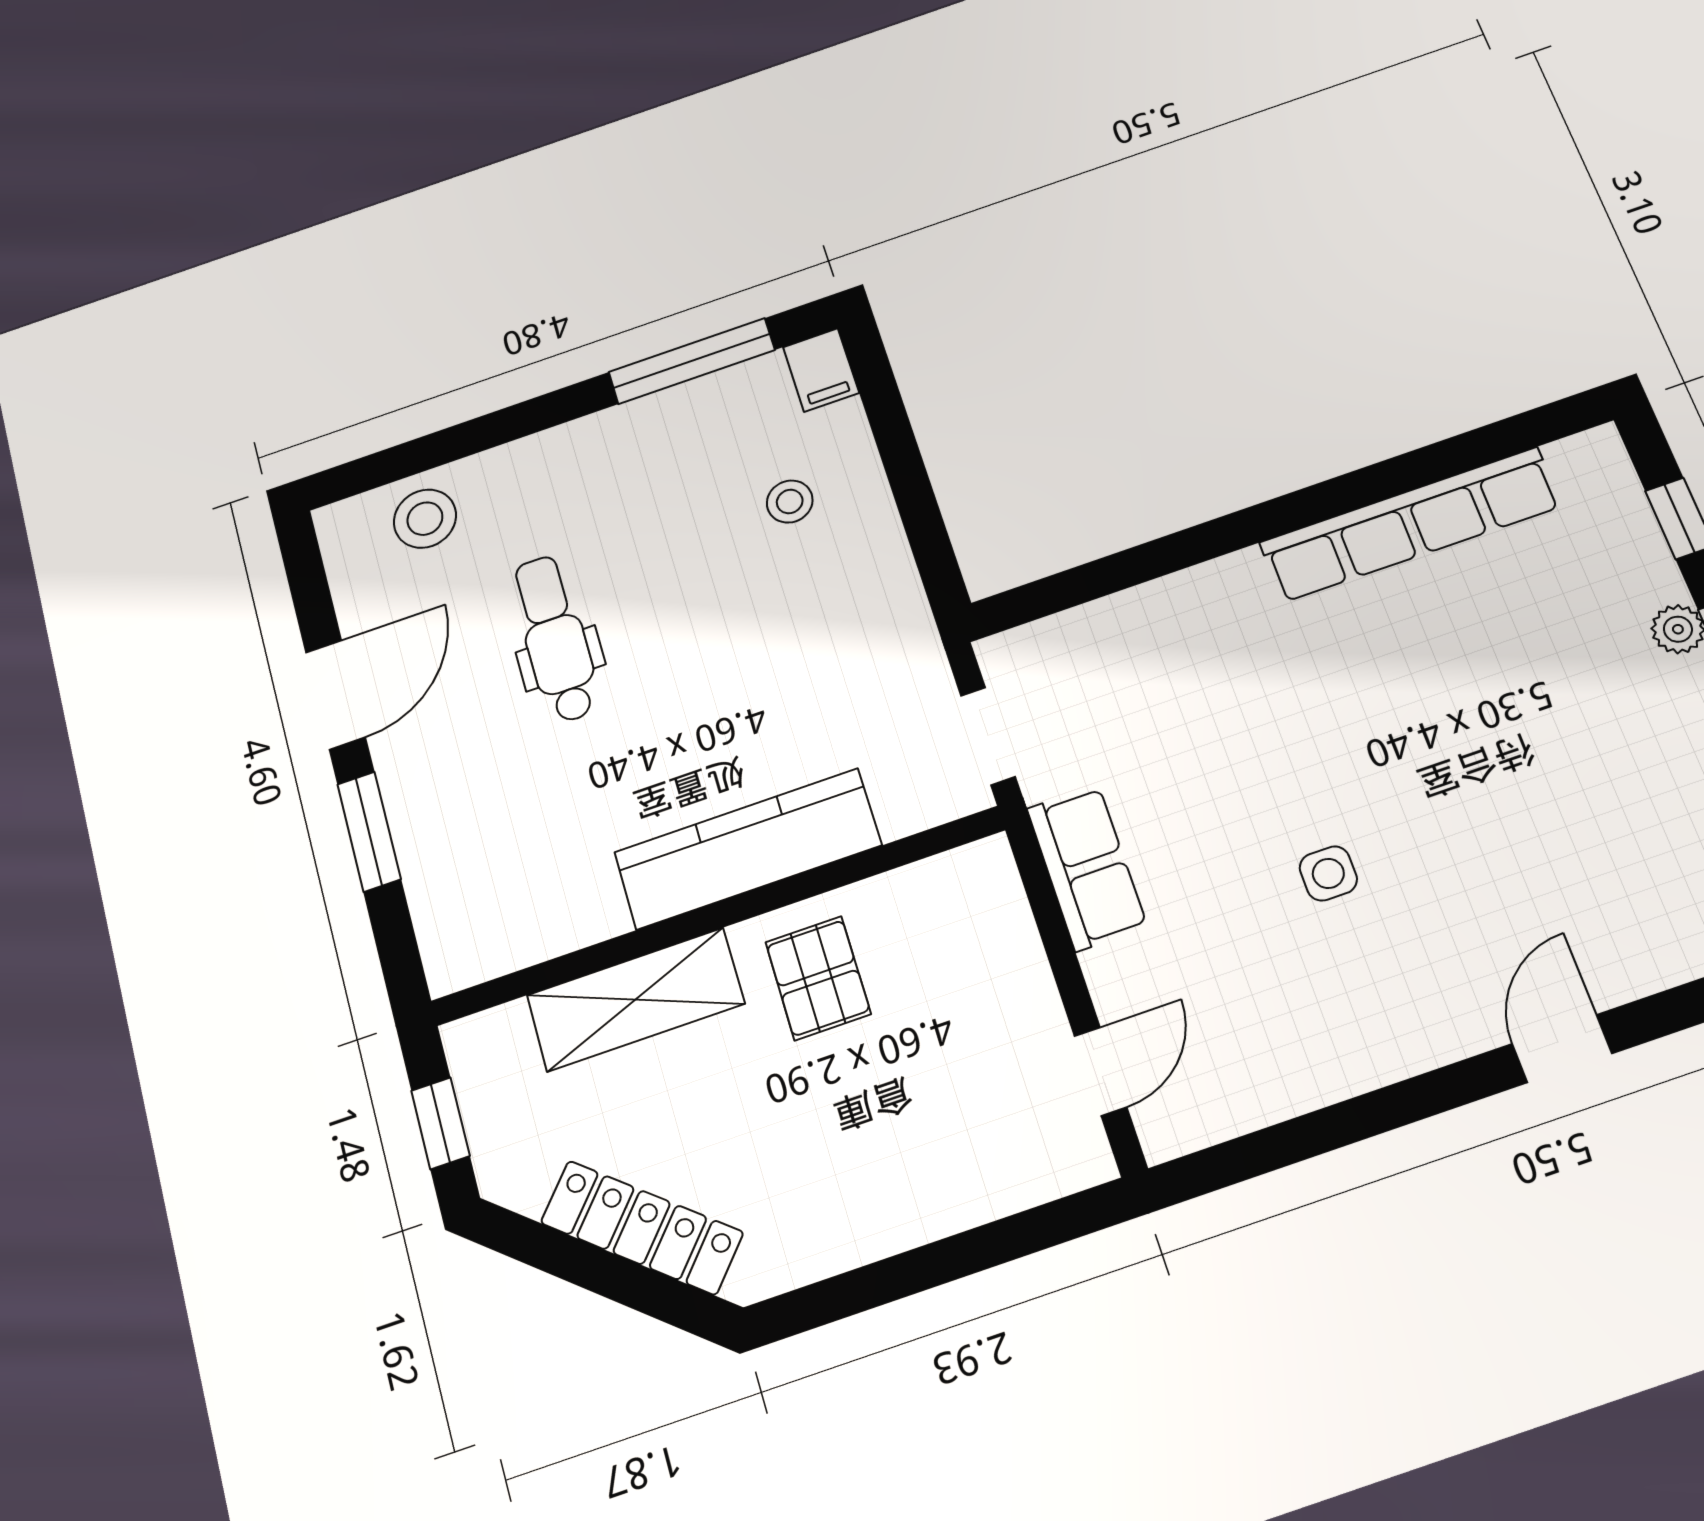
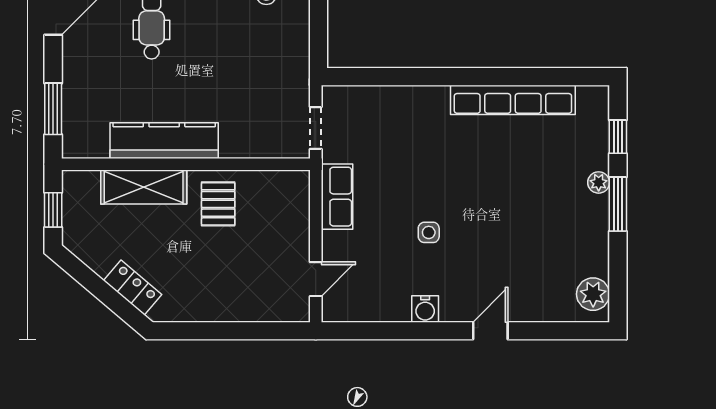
window: (369, 832) -> (53, 109), moved
kitchen counter: (748, 849) -> (164, 141), moved
water cooler: (1386, 1051) -> (425, 309), added
locker: (642, 1227) -> (133, 288), width x0.66

